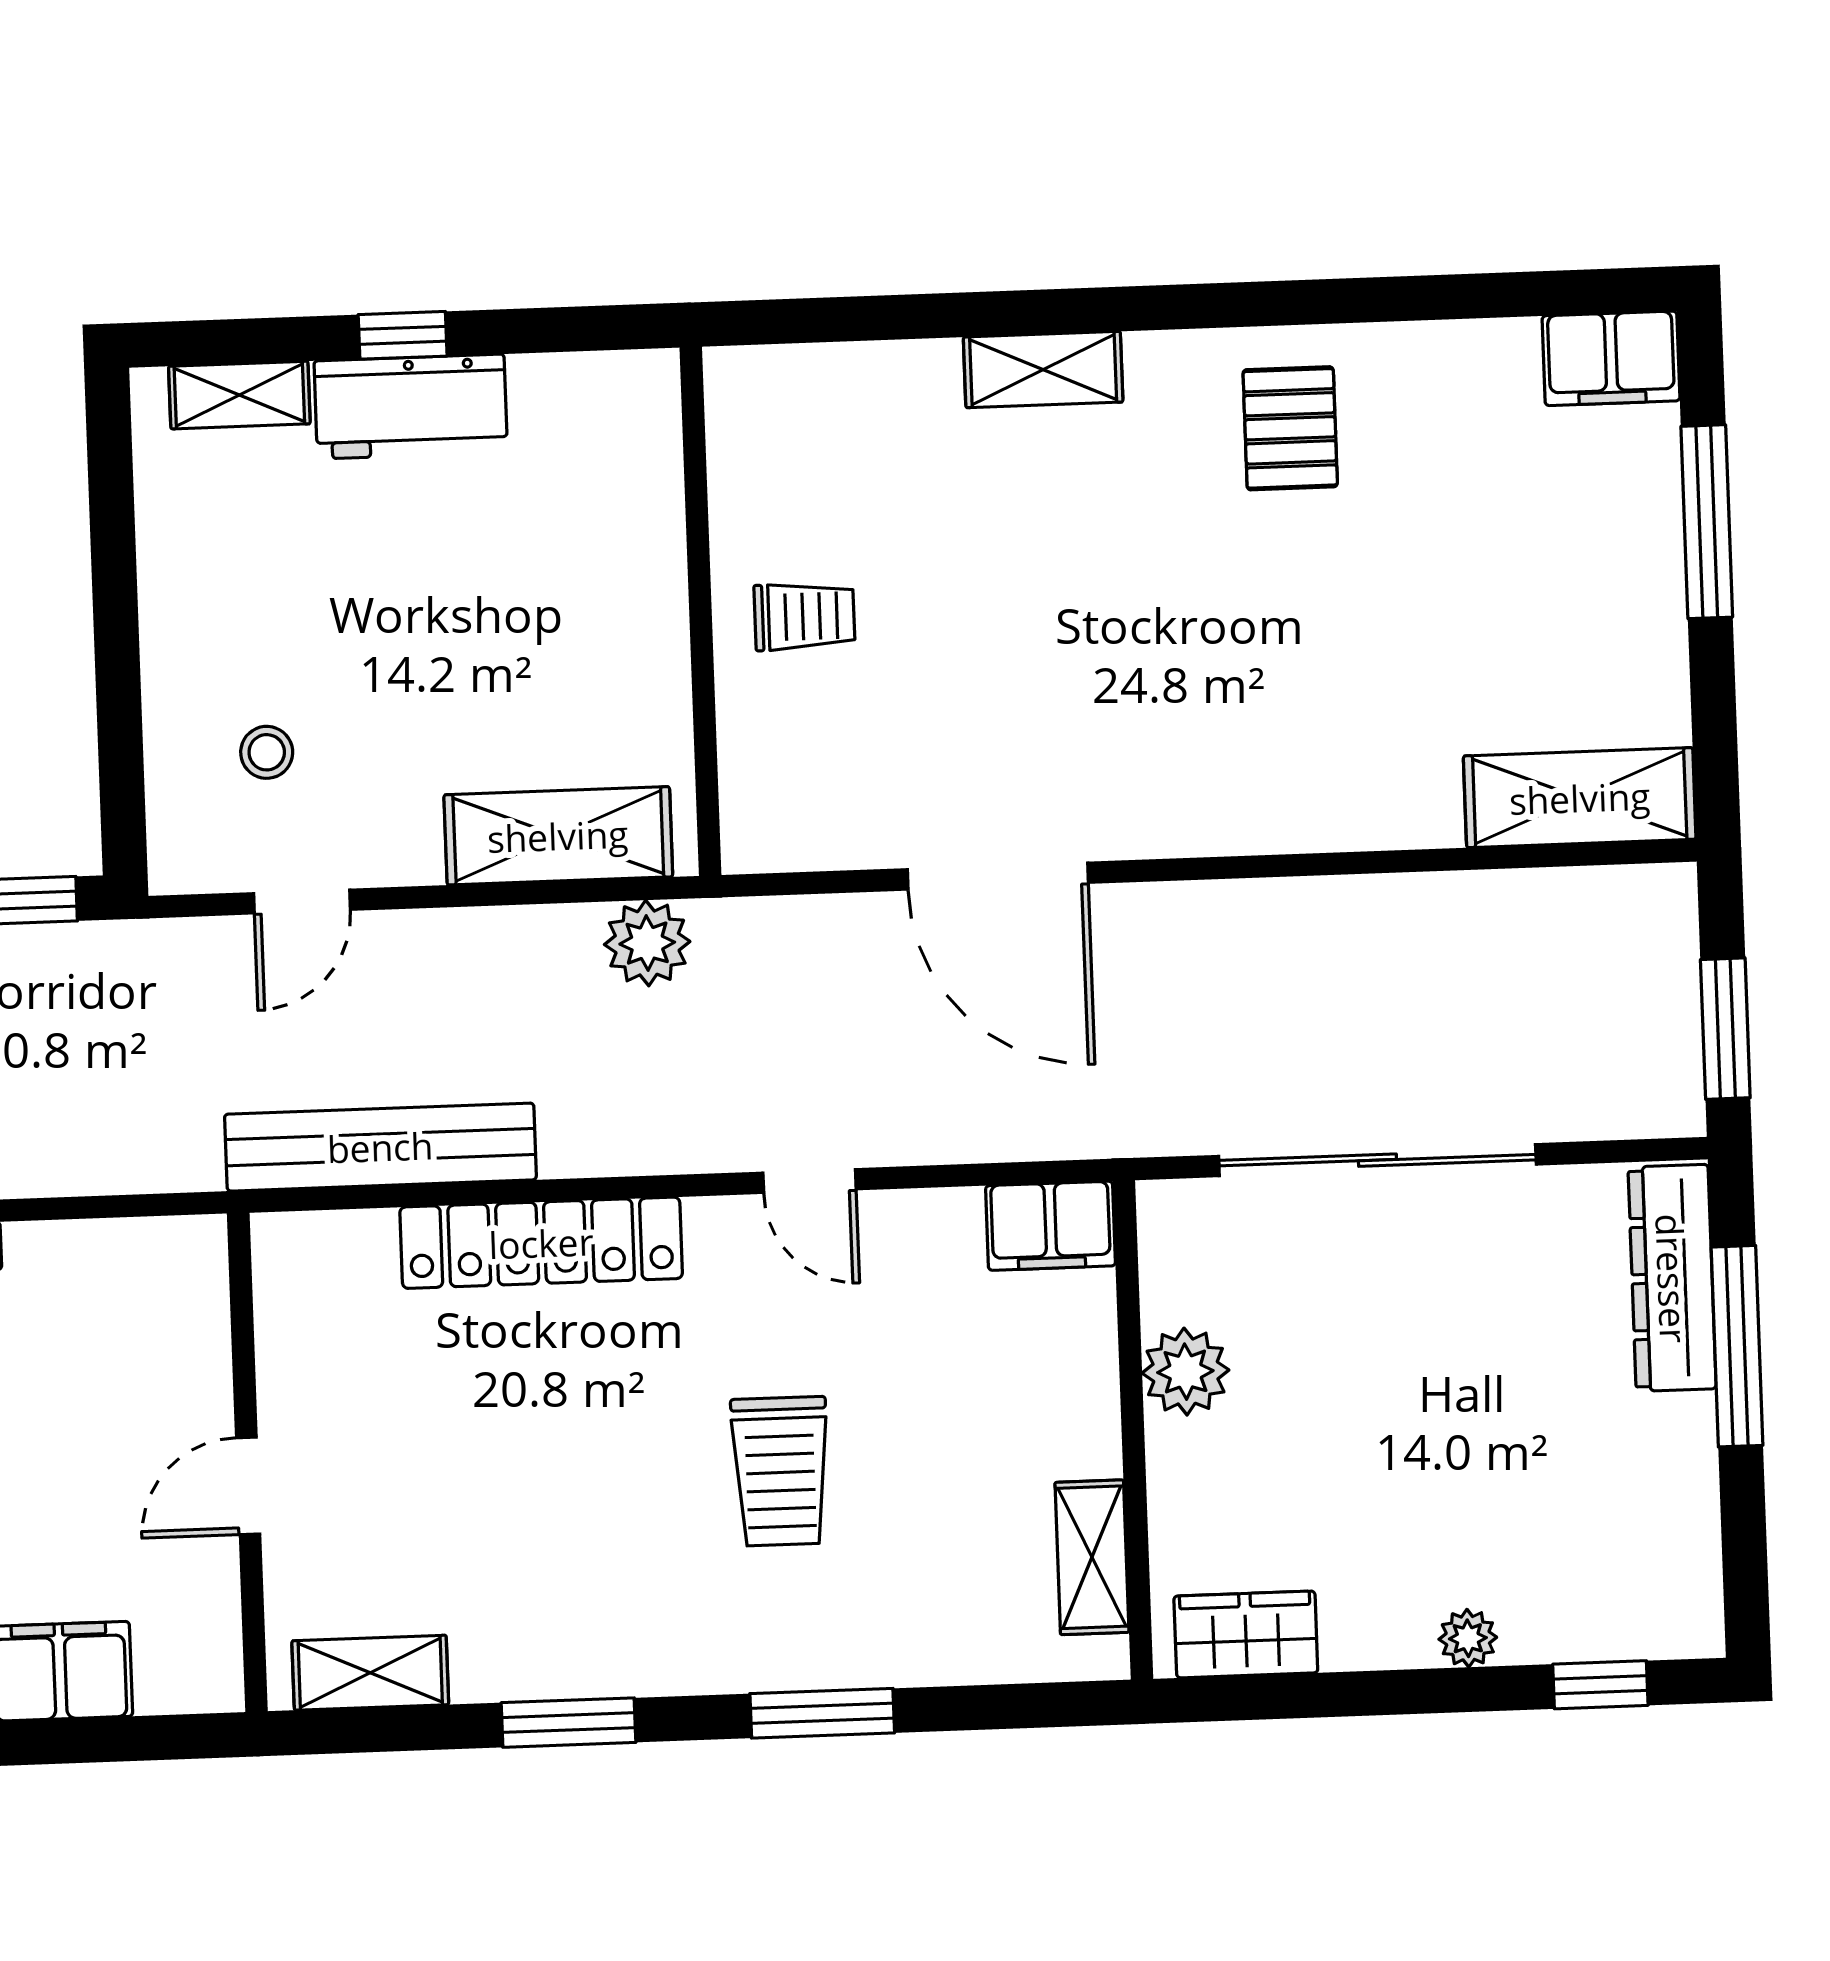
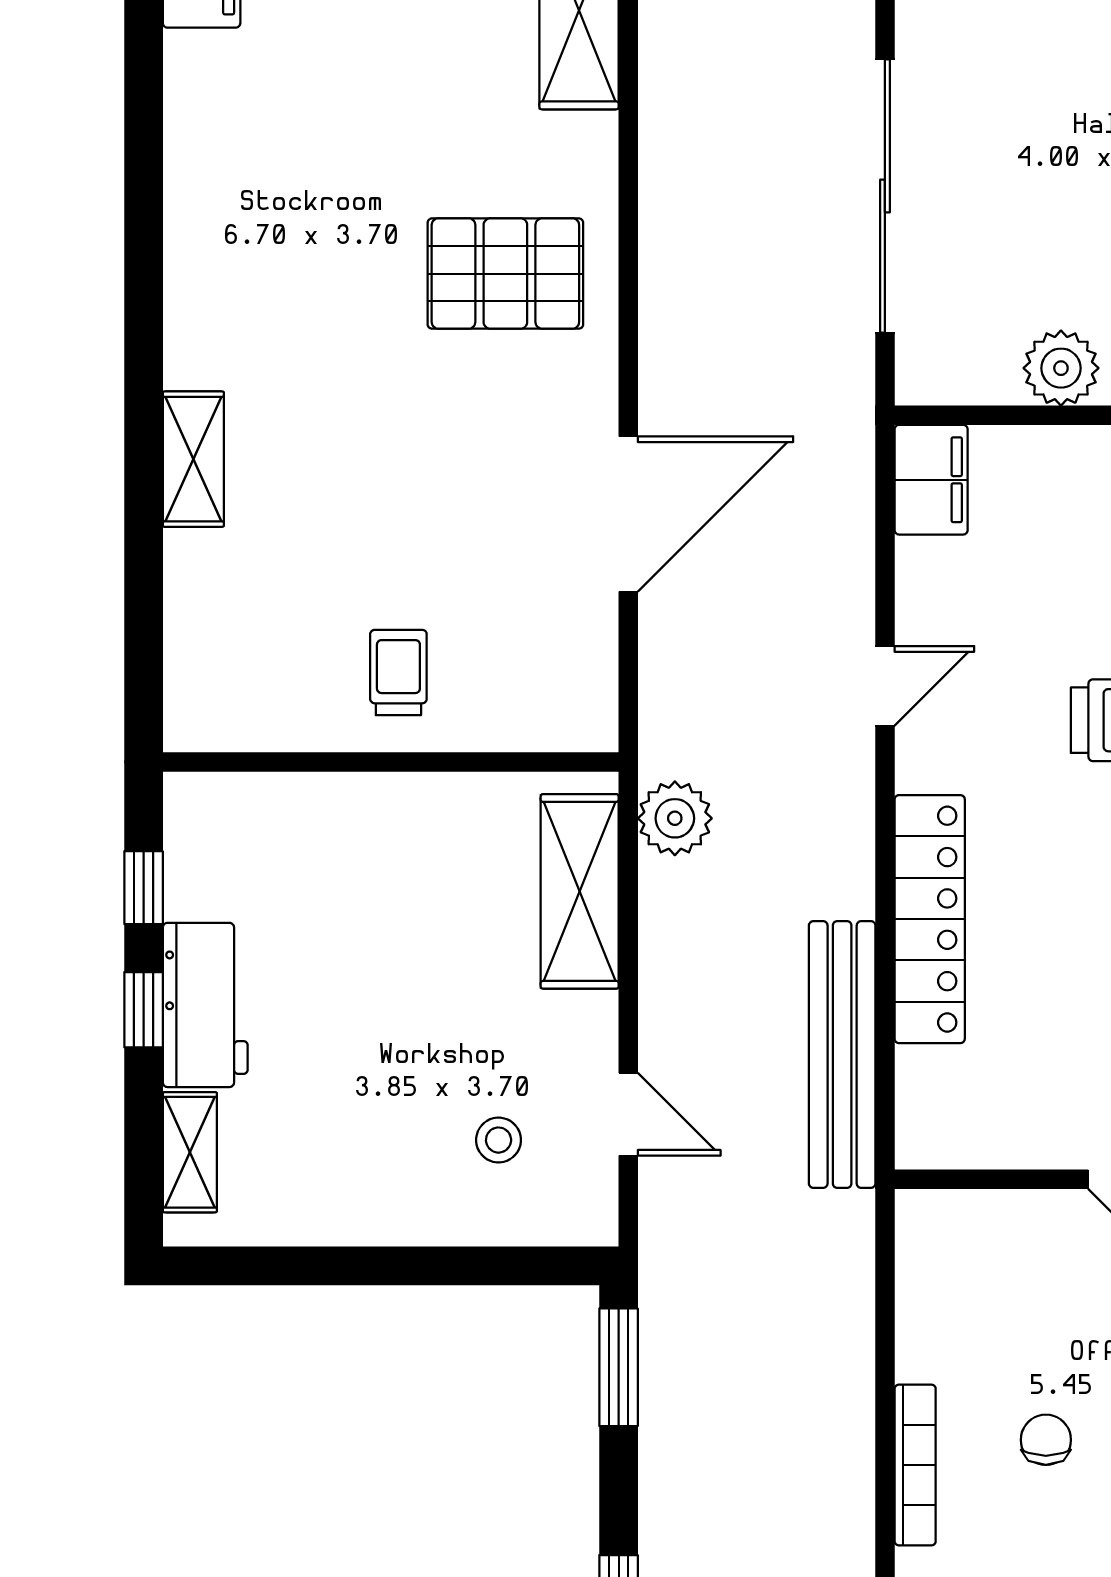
window: (544, 330) -> (144, 888), added
pallet: (1290, 428) -> (505, 274), moved, width x1.50, depth x1.42

